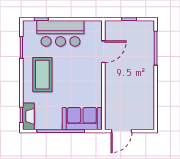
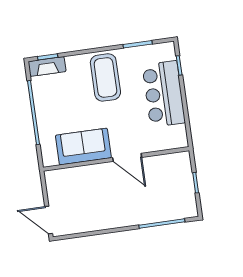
door: (103, 52) -> (127, 157), moved
coffee table: (42, 75) -> (105, 77), turned 90
sofa: (82, 119) -> (83, 147), moved, turned -90
door: (121, 131) -> (49, 220), moved

